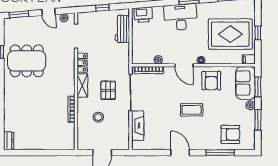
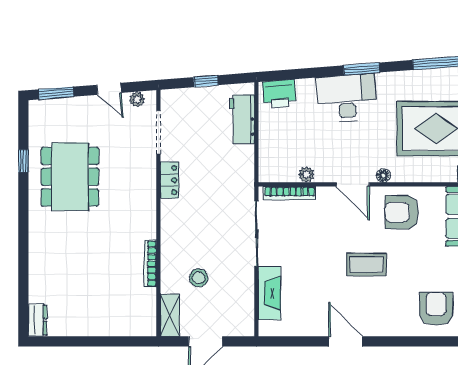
dining table: (27, 61) -> (70, 177), turned 90
armchair: (211, 81) -> (402, 212), turned 90
shelving: (82, 86) -> (170, 315), moved
pallet: (108, 90) -> (216, 230), removed
armchair: (230, 134) -> (436, 309), turned -90
window: (220, 153) -> (418, 341), removed

